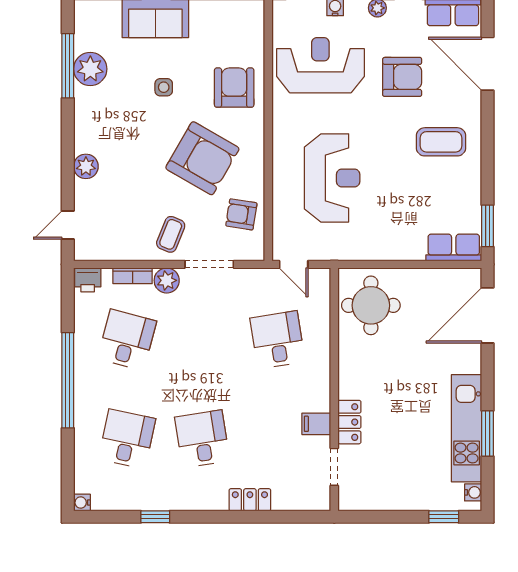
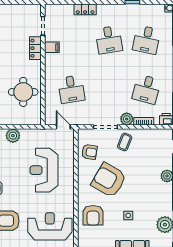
reception desk: (320, 65) -> (50, 226), turned 180
plant: (394, 247) -> (13, 136), added
round table: (371, 305) -> (23, 92), moved

